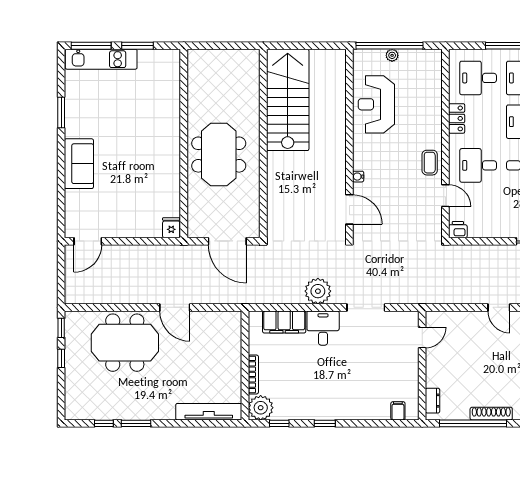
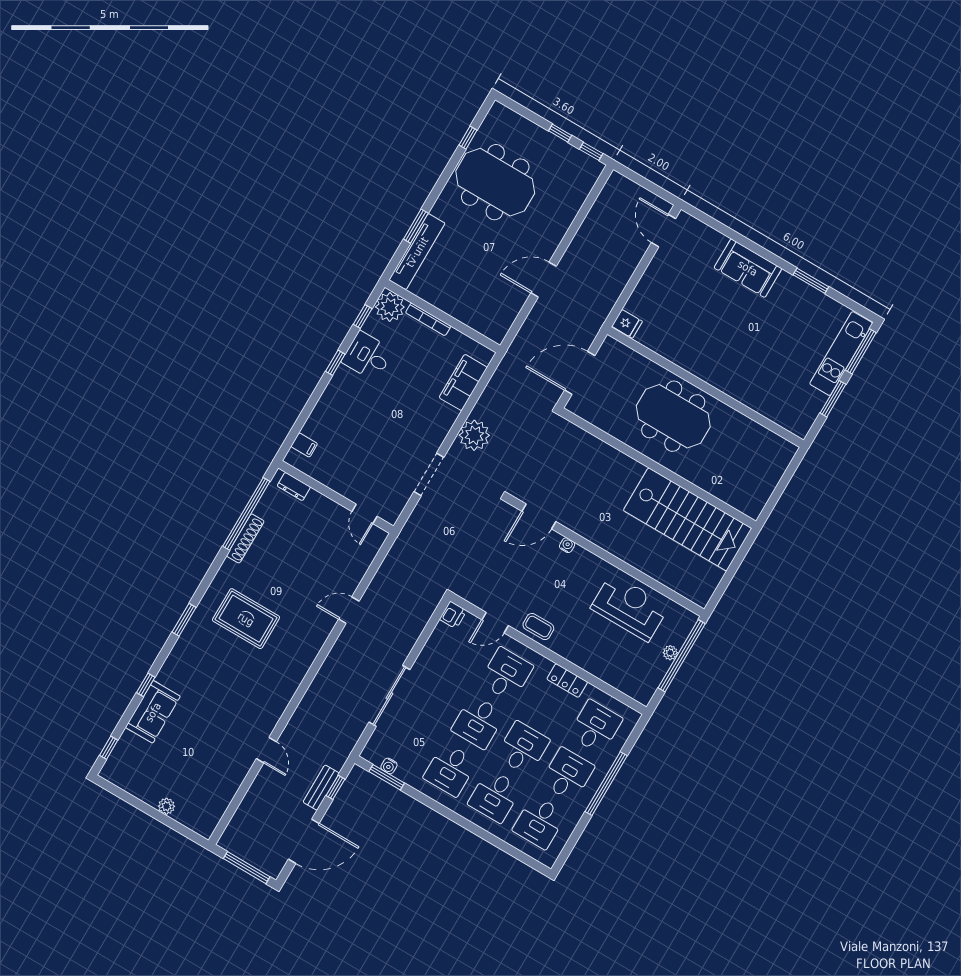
desk: (323, 328) -> (368, 356), moved, turned 180
meeting table: (125, 343) -> (495, 182), moved, turned 90
window: (136, 423) -> (416, 226), moved

